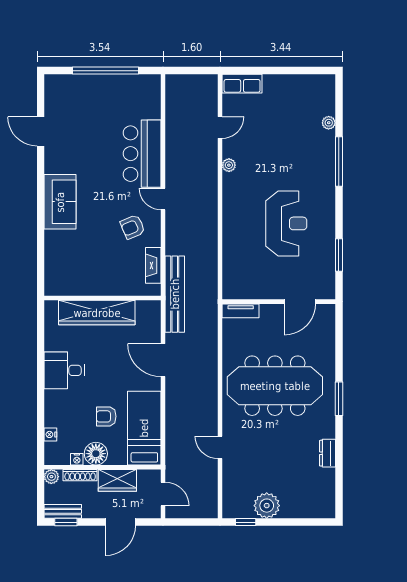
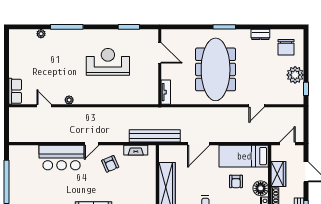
chair: (308, 492) -> (286, 47), added

